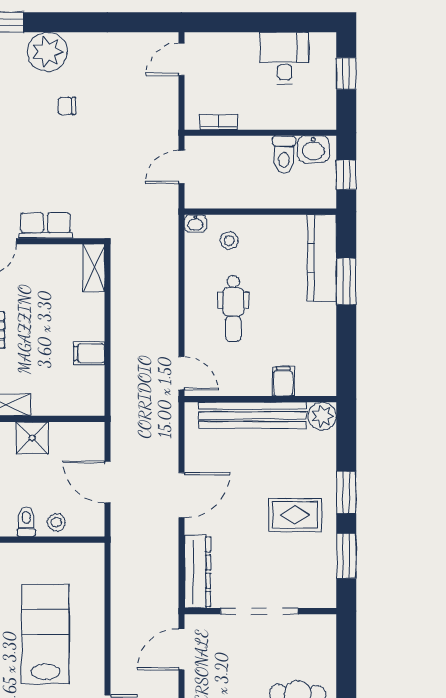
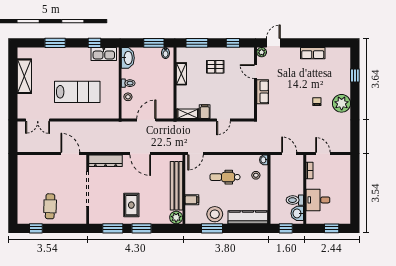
plant: (47, 52) -> (342, 103), moved
desk: (284, 58) -> (318, 200), moved, turned 180
door: (181, 59) -> (323, 154), moved
shelving: (94, 268) -> (188, 114), moved
window: (346, 281) -> (212, 228), moved
door: (107, 312) -> (223, 120), added
stool: (315, 331) -> (215, 214), added
shower: (32, 438) -> (166, 86), removed

